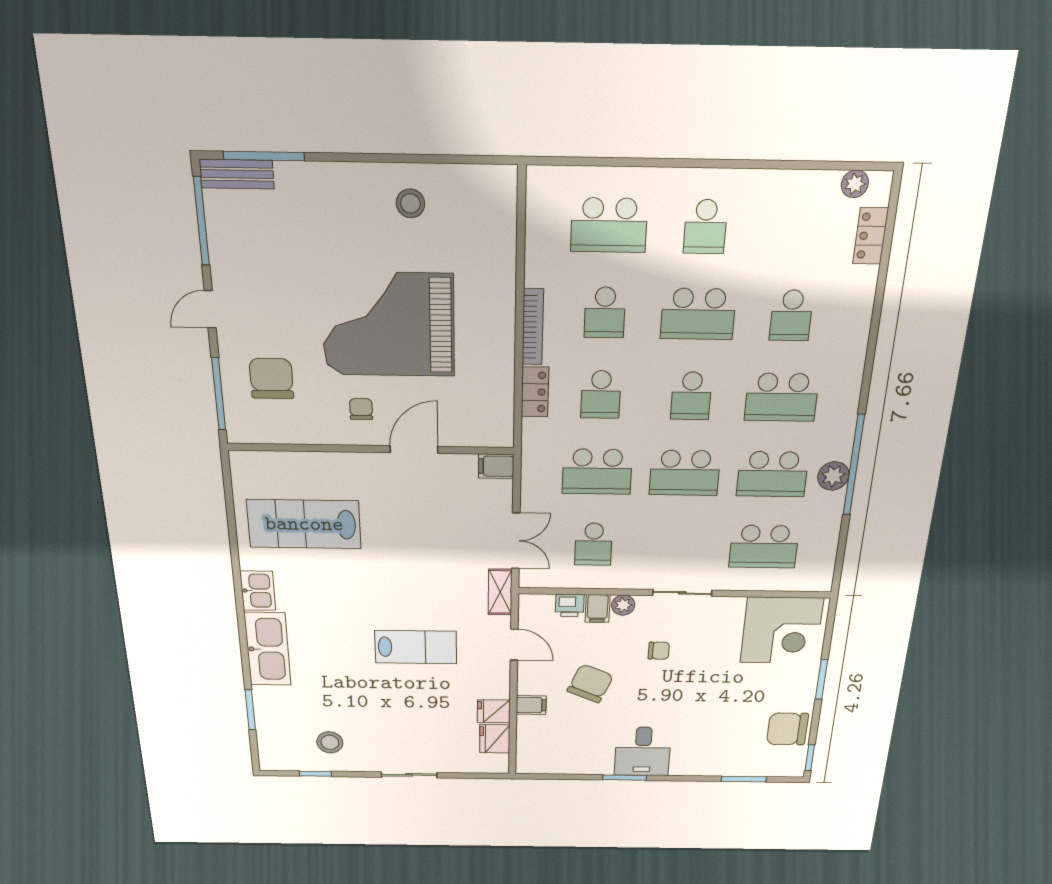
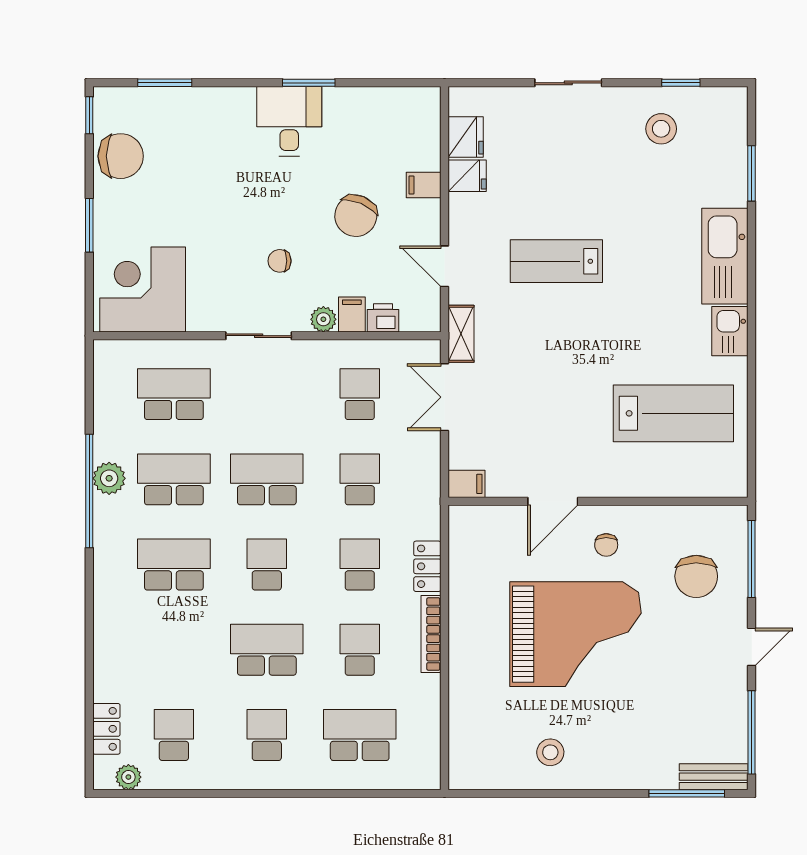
school desk: (791, 315) -> (174, 735), moved
school desk: (597, 472) -> (360, 479), width x0.54

